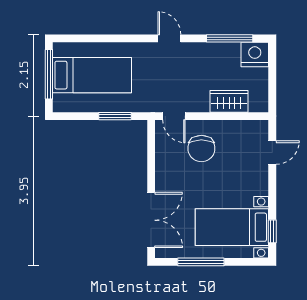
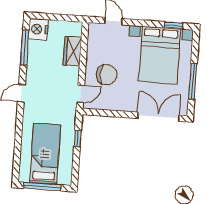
window: (115, 116) -> (78, 139), width x0.67
bed with nightstands: (232, 227) -> (160, 55), width x1.36

